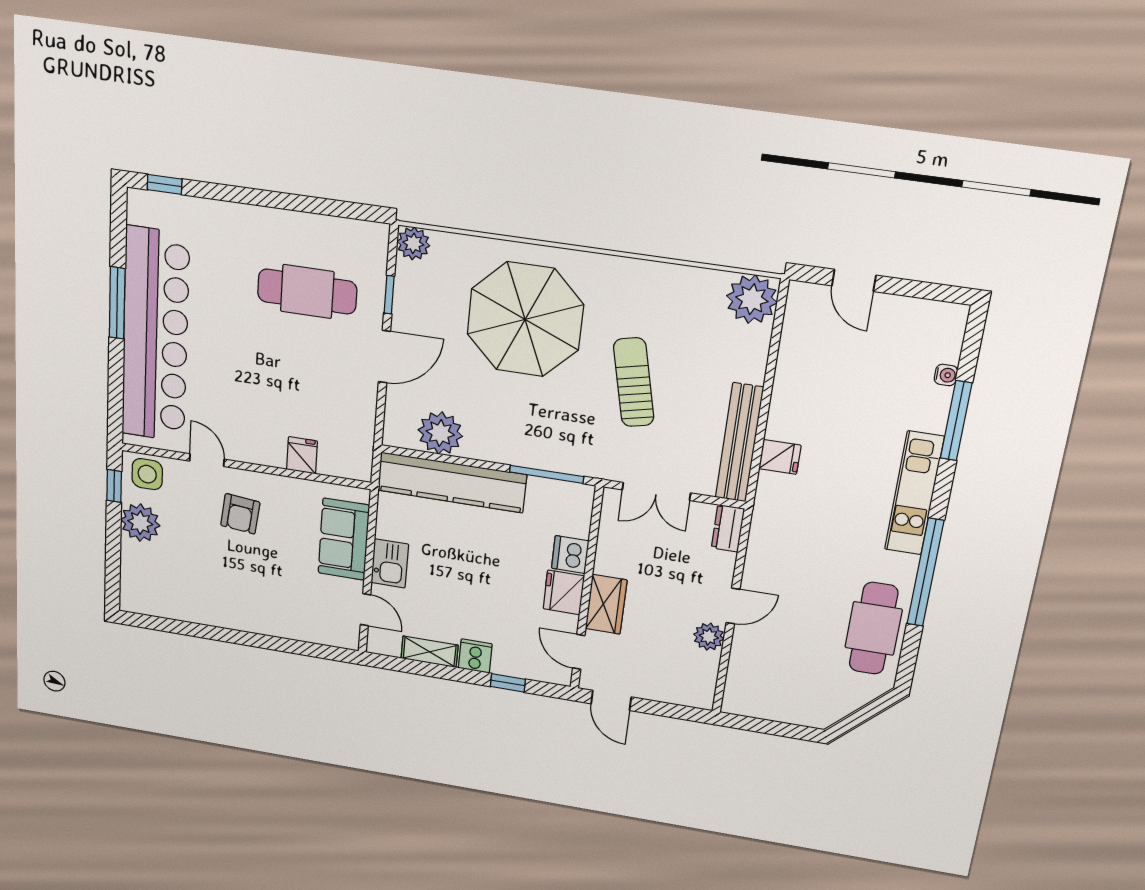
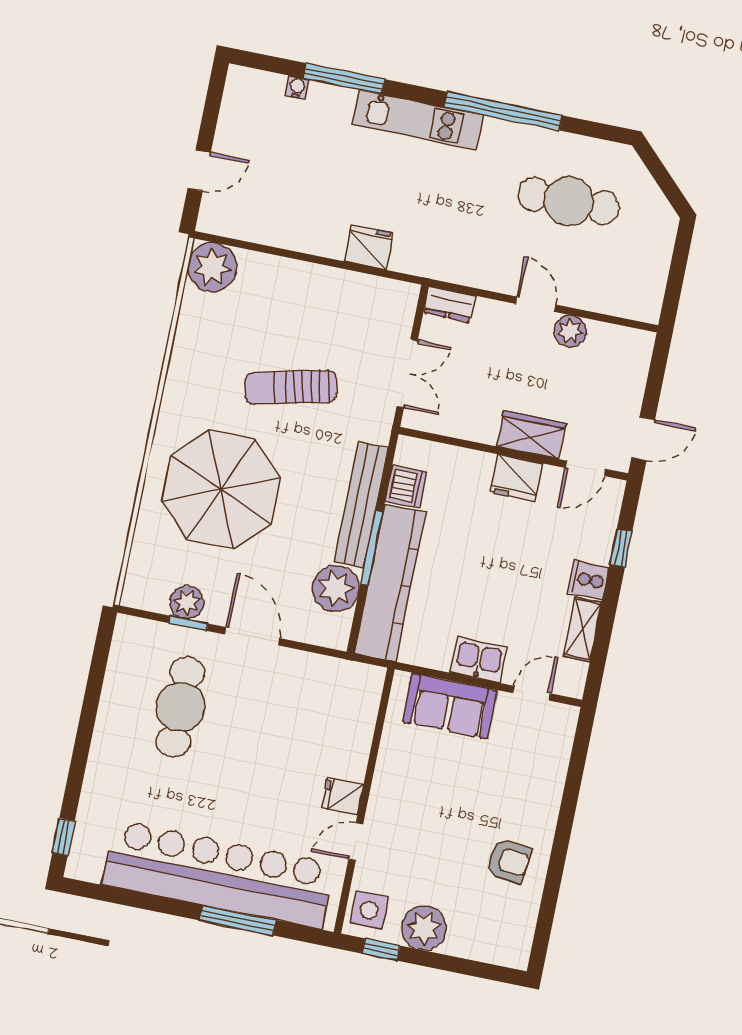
plant: (413, 243) -> (187, 602), moved
window: (117, 303) -> (238, 920), moved
bench: (739, 443) -> (361, 505), moved, turned 90
fridge: (302, 455) -> (342, 796), moved
fridge: (780, 457) -> (369, 247), width x1.38
window: (547, 474) -> (372, 548), moved
armchair: (240, 514) -> (509, 861), moved
dishwasher: (570, 555) -> (406, 486), moved, turned -90
cafe table: (874, 628) -> (569, 201), moved

